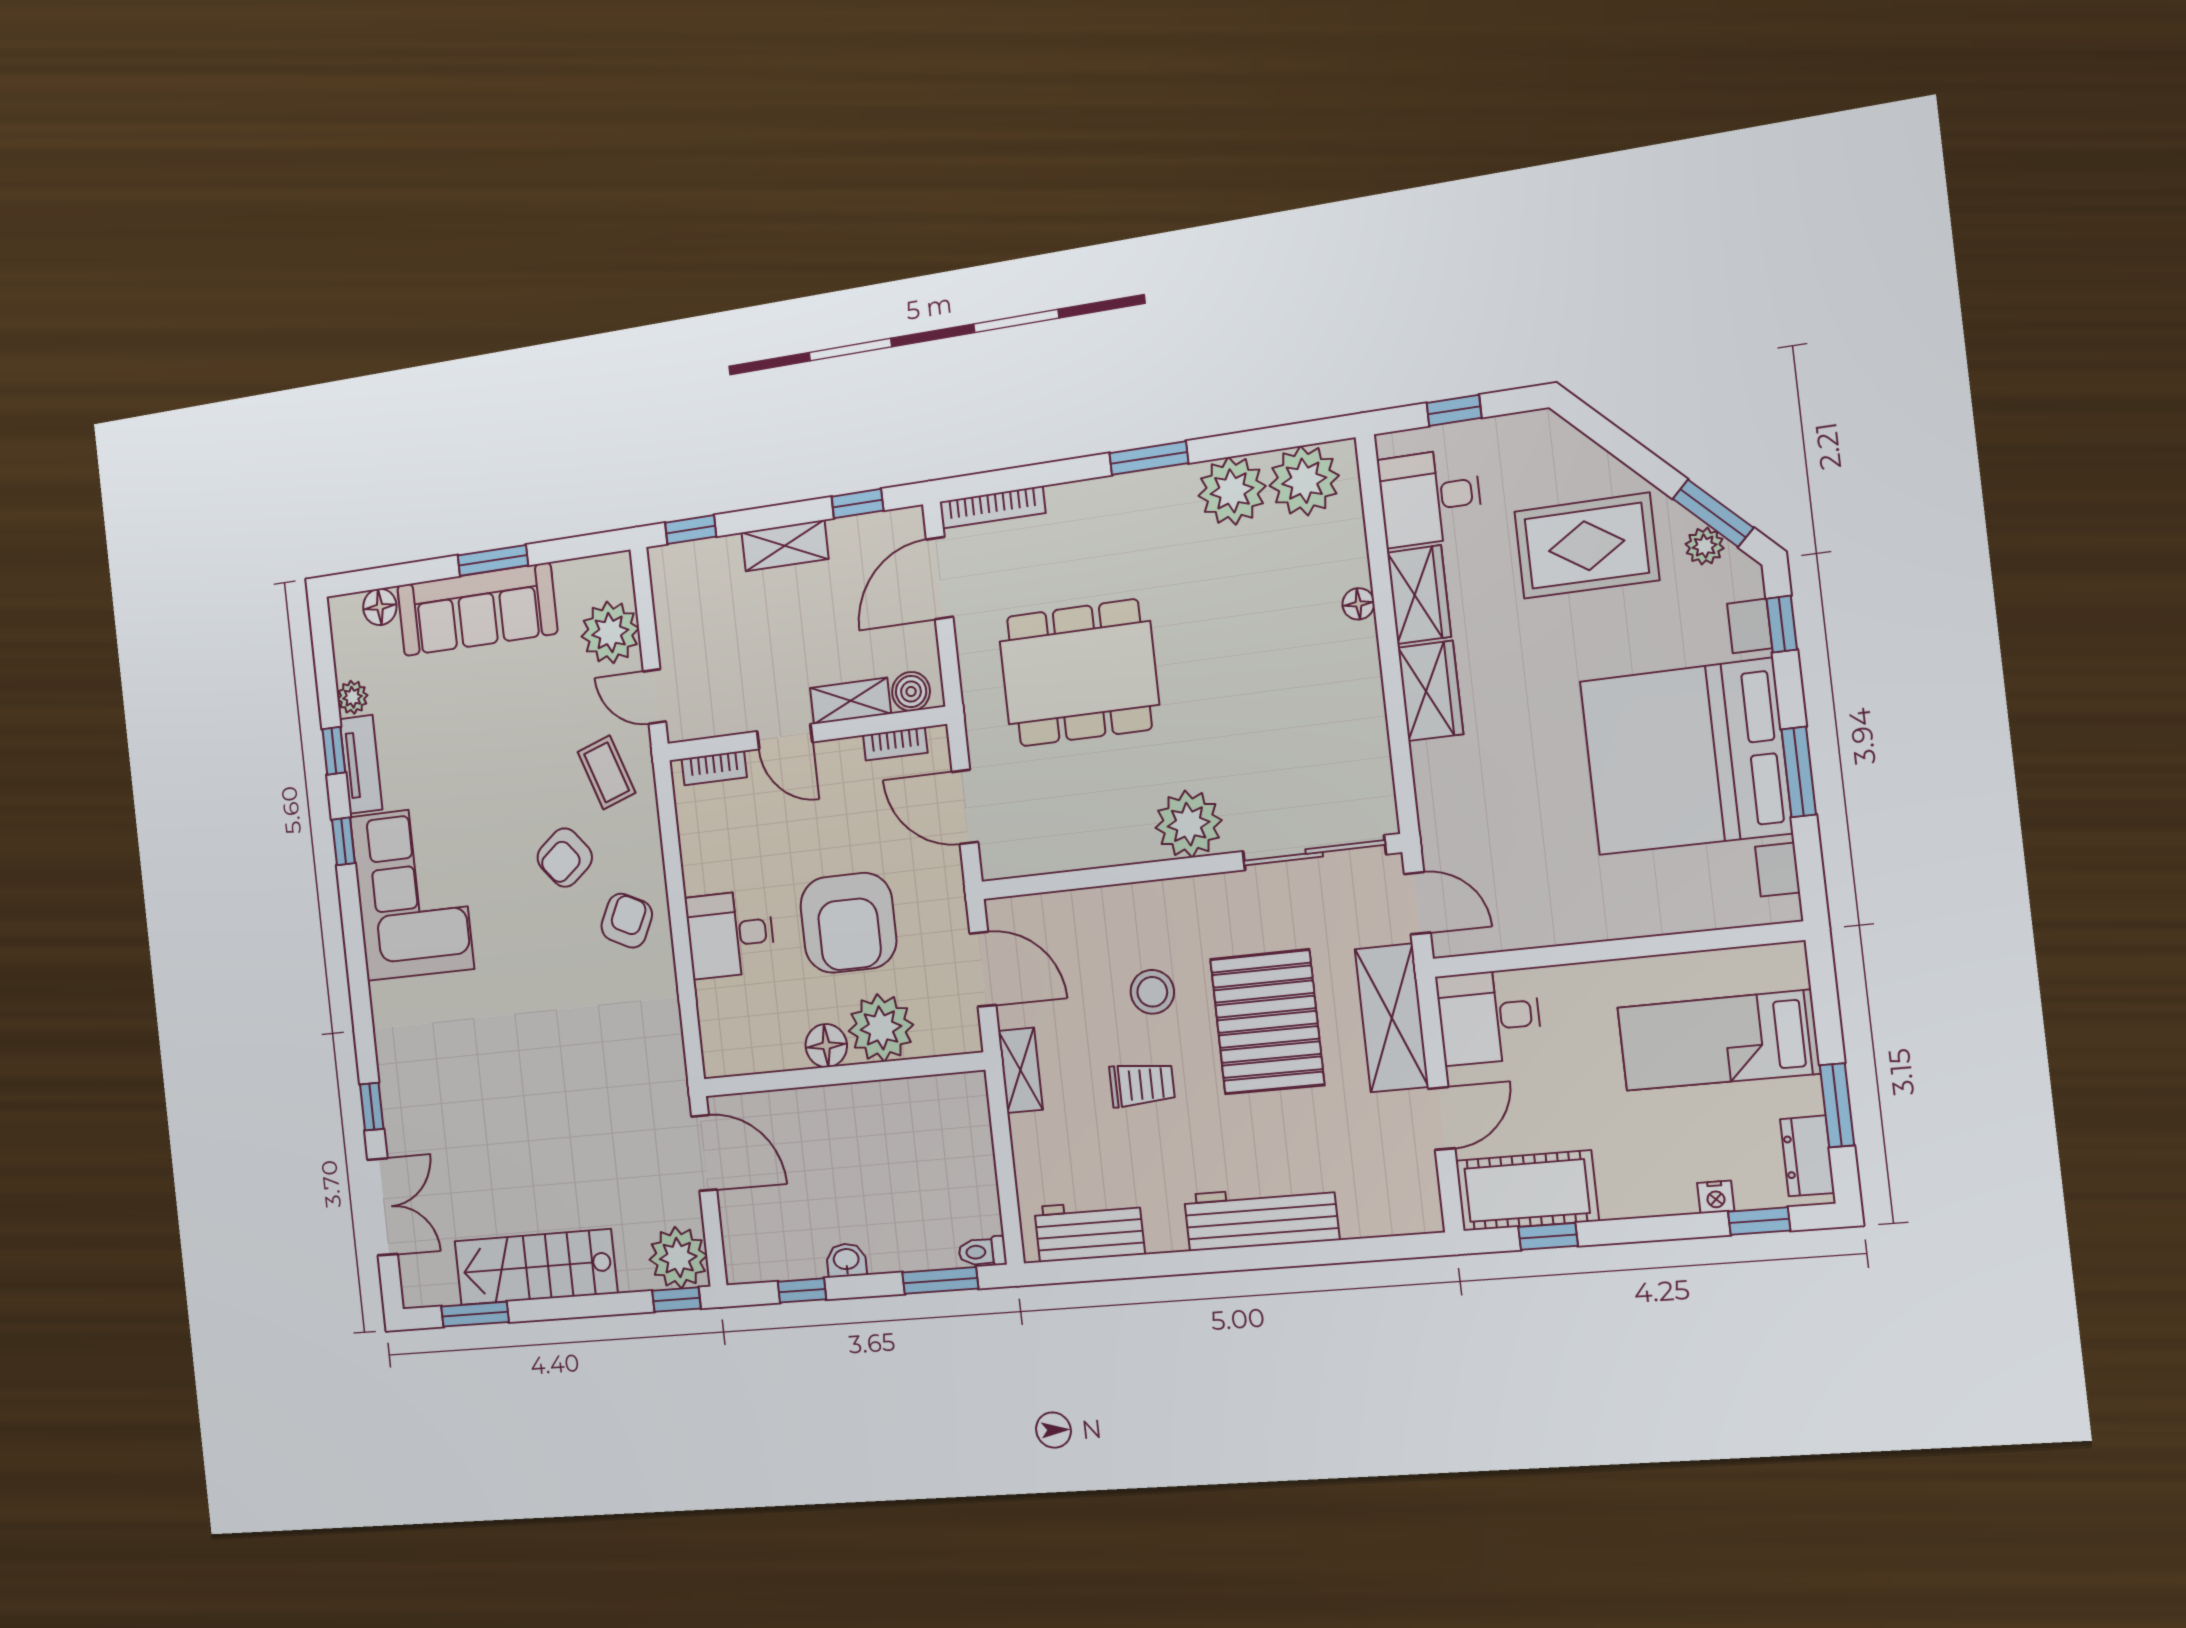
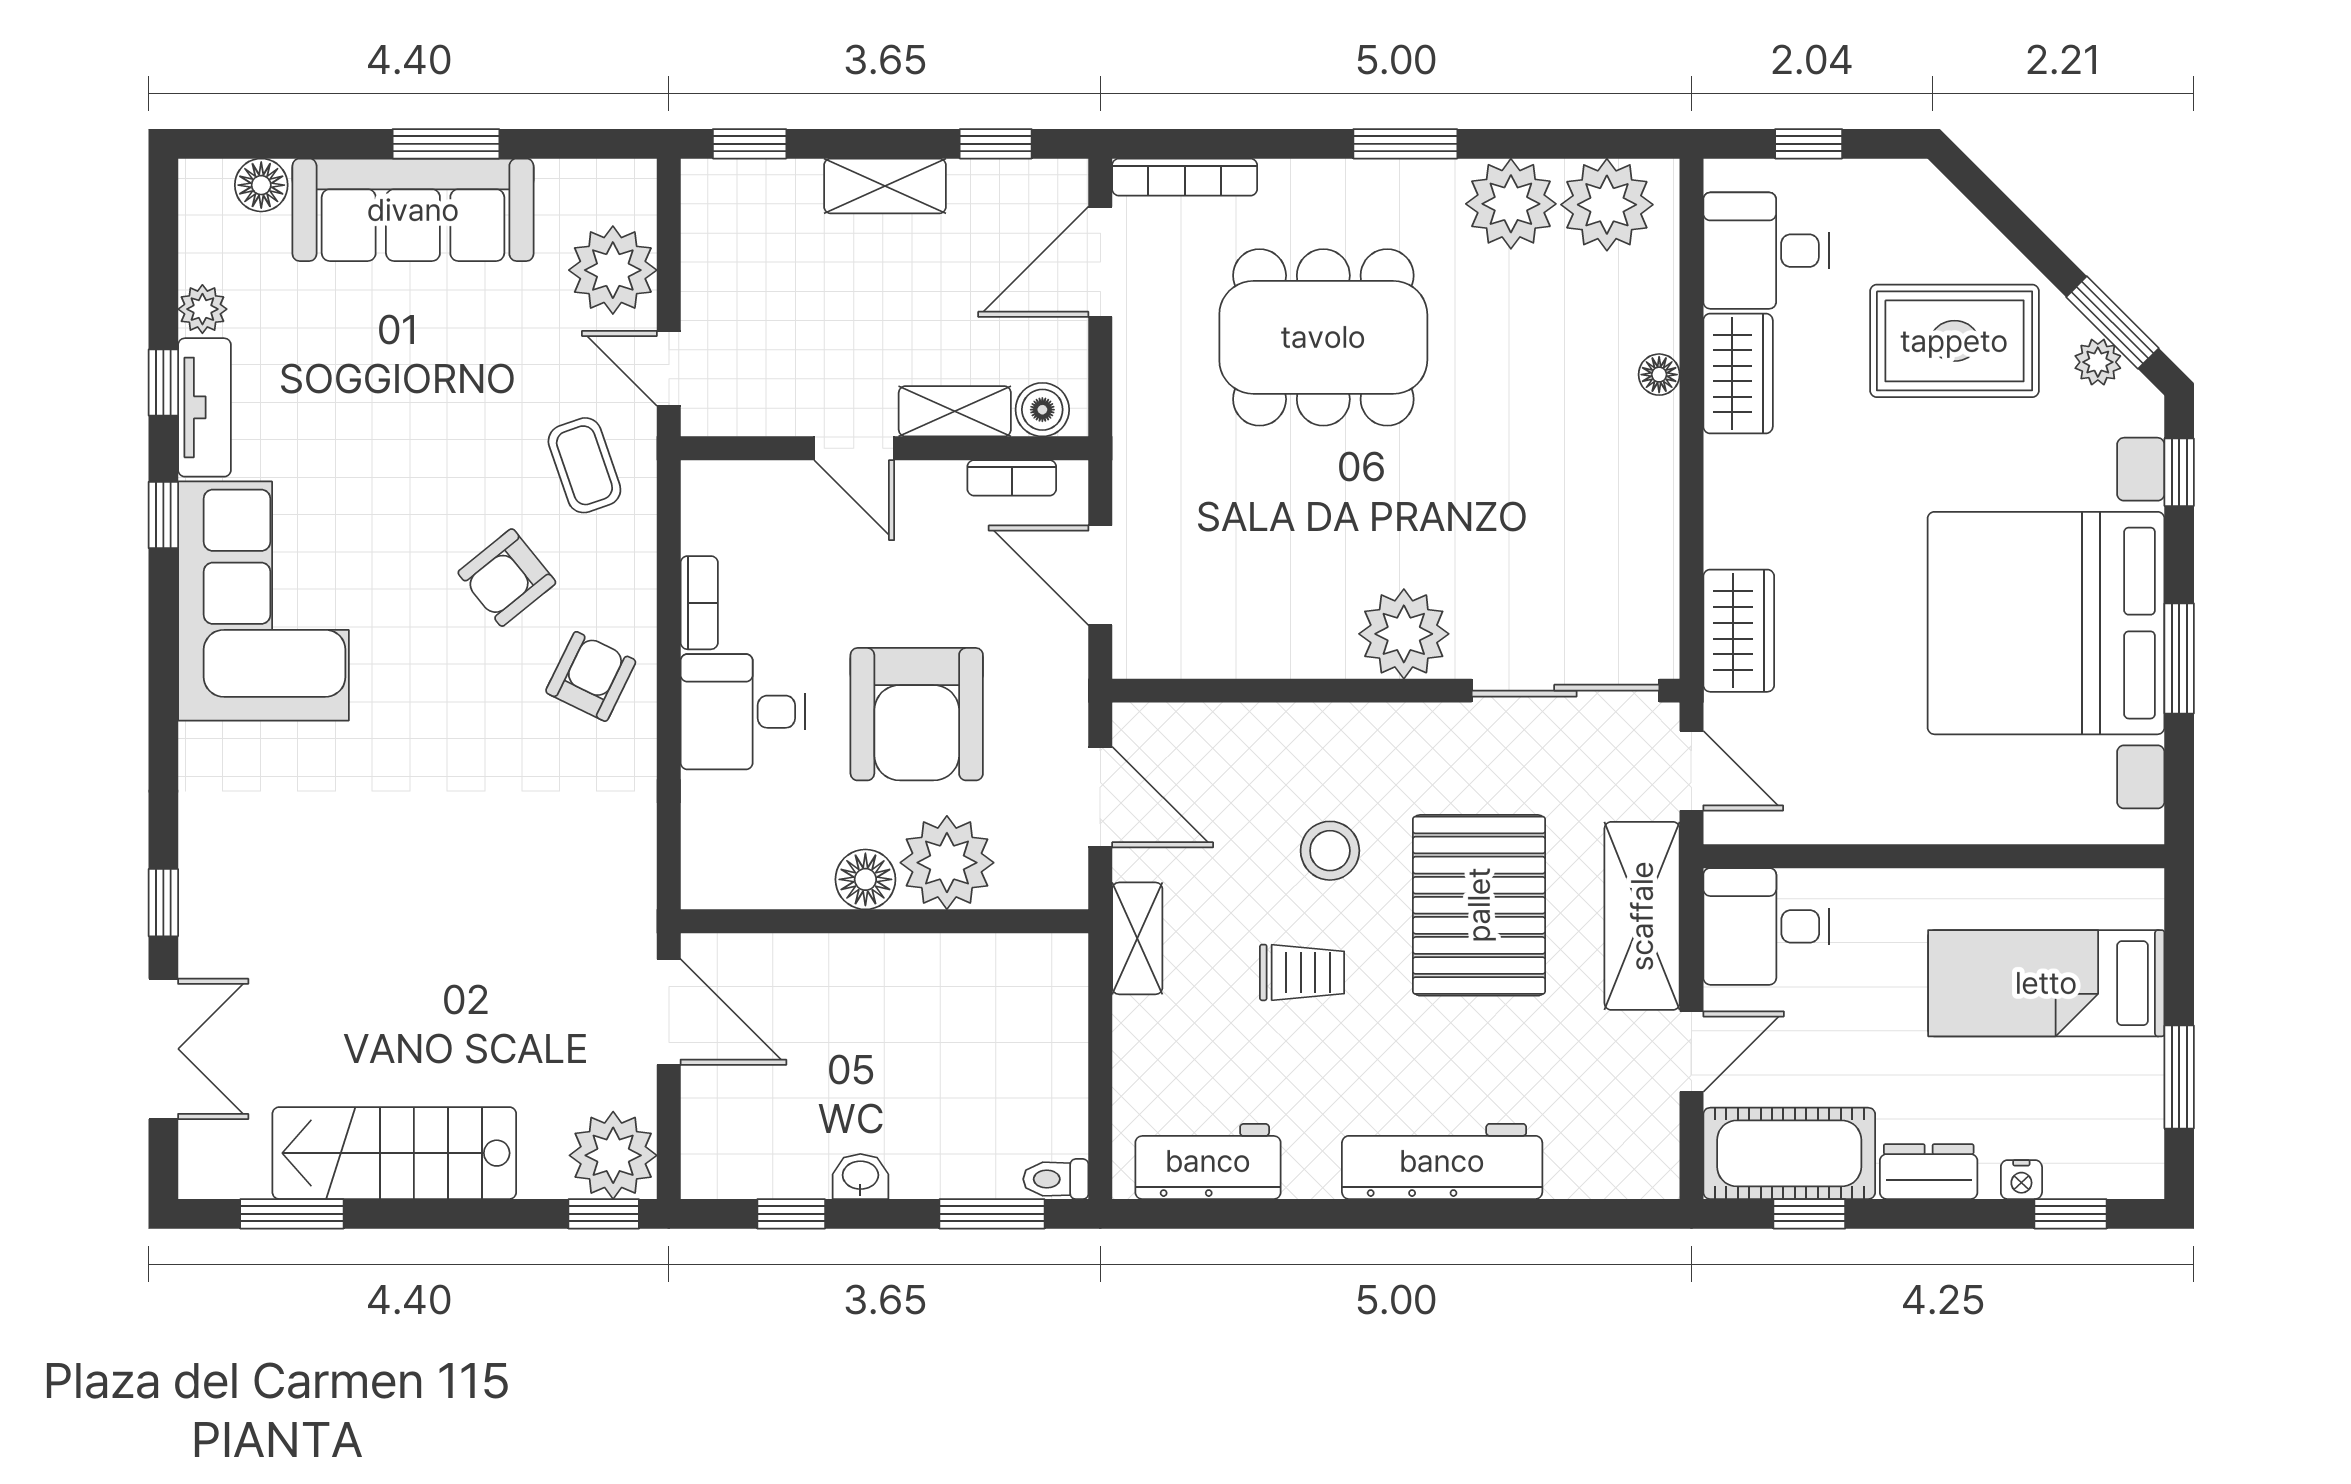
dining table: (1079, 673) -> (1323, 337), moved
wardrobe: (1430, 691) -> (1739, 631), moved
bookcase: (714, 768) -> (699, 603), moved, turned -90
dresser: (1807, 1156) -> (1929, 1172), moved, turned 90

